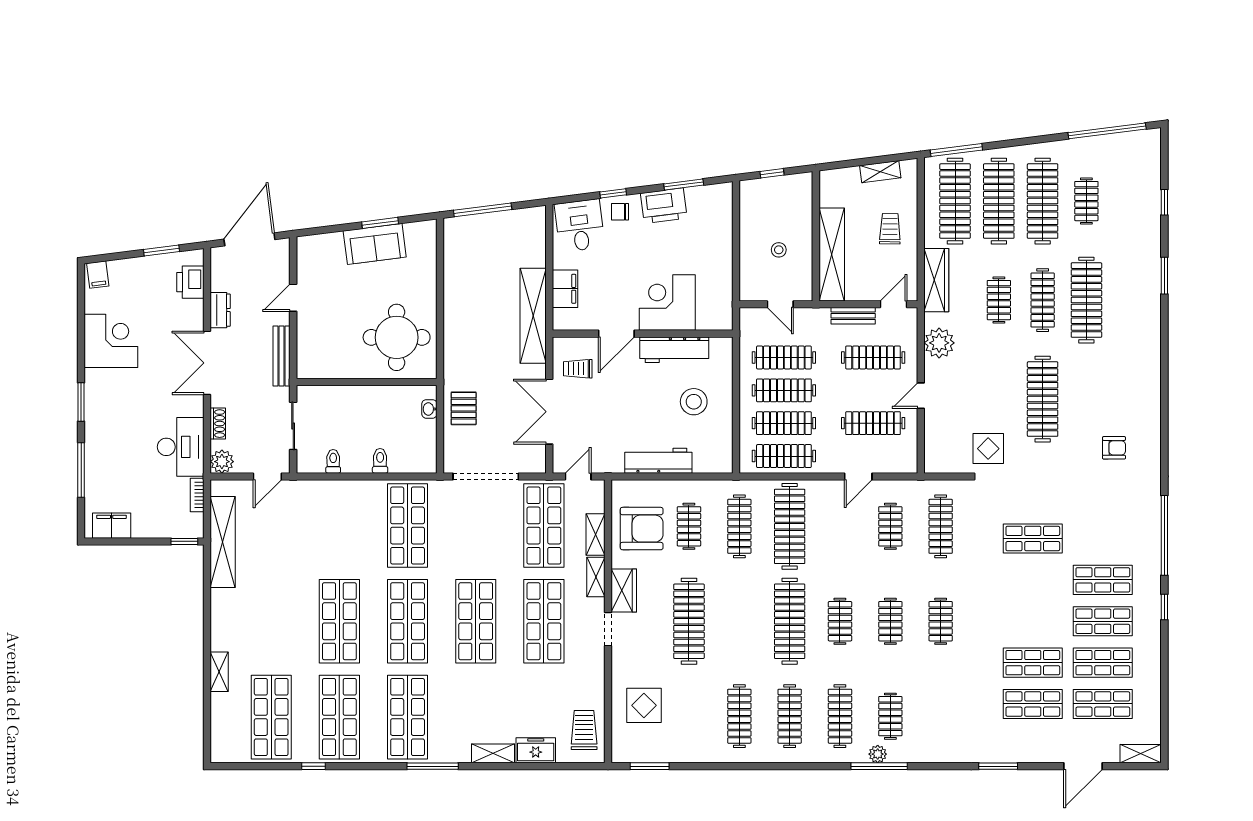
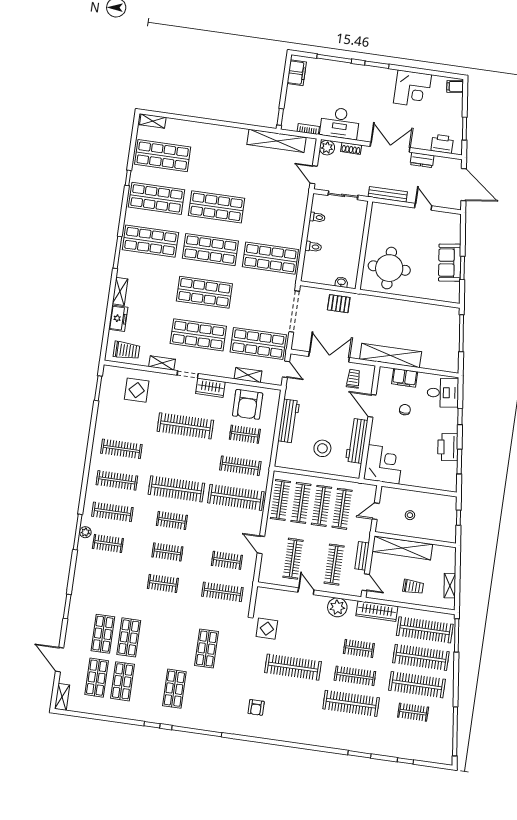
chair: (620, 212) -> (405, 410), moved
corner desk: (667, 303) -> (383, 464), moved
shelving: (596, 577) -> (162, 363), moved
shop shelf: (1103, 621) -> (148, 685), removed
shelving: (219, 672) -> (153, 121), moved

